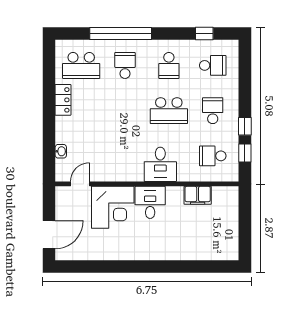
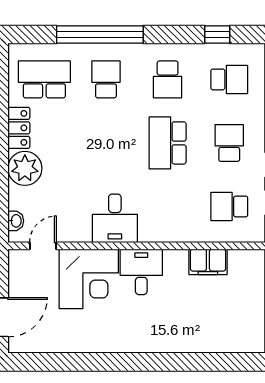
school desk: (81, 65) -> (44, 79), turned 180
school desk: (169, 111) -> (168, 143), turned 90
plant: (67, 129) -> (25, 168), added
washbasin: (61, 151) -> (16, 221), moved
desk: (160, 164) -> (115, 218), moved

